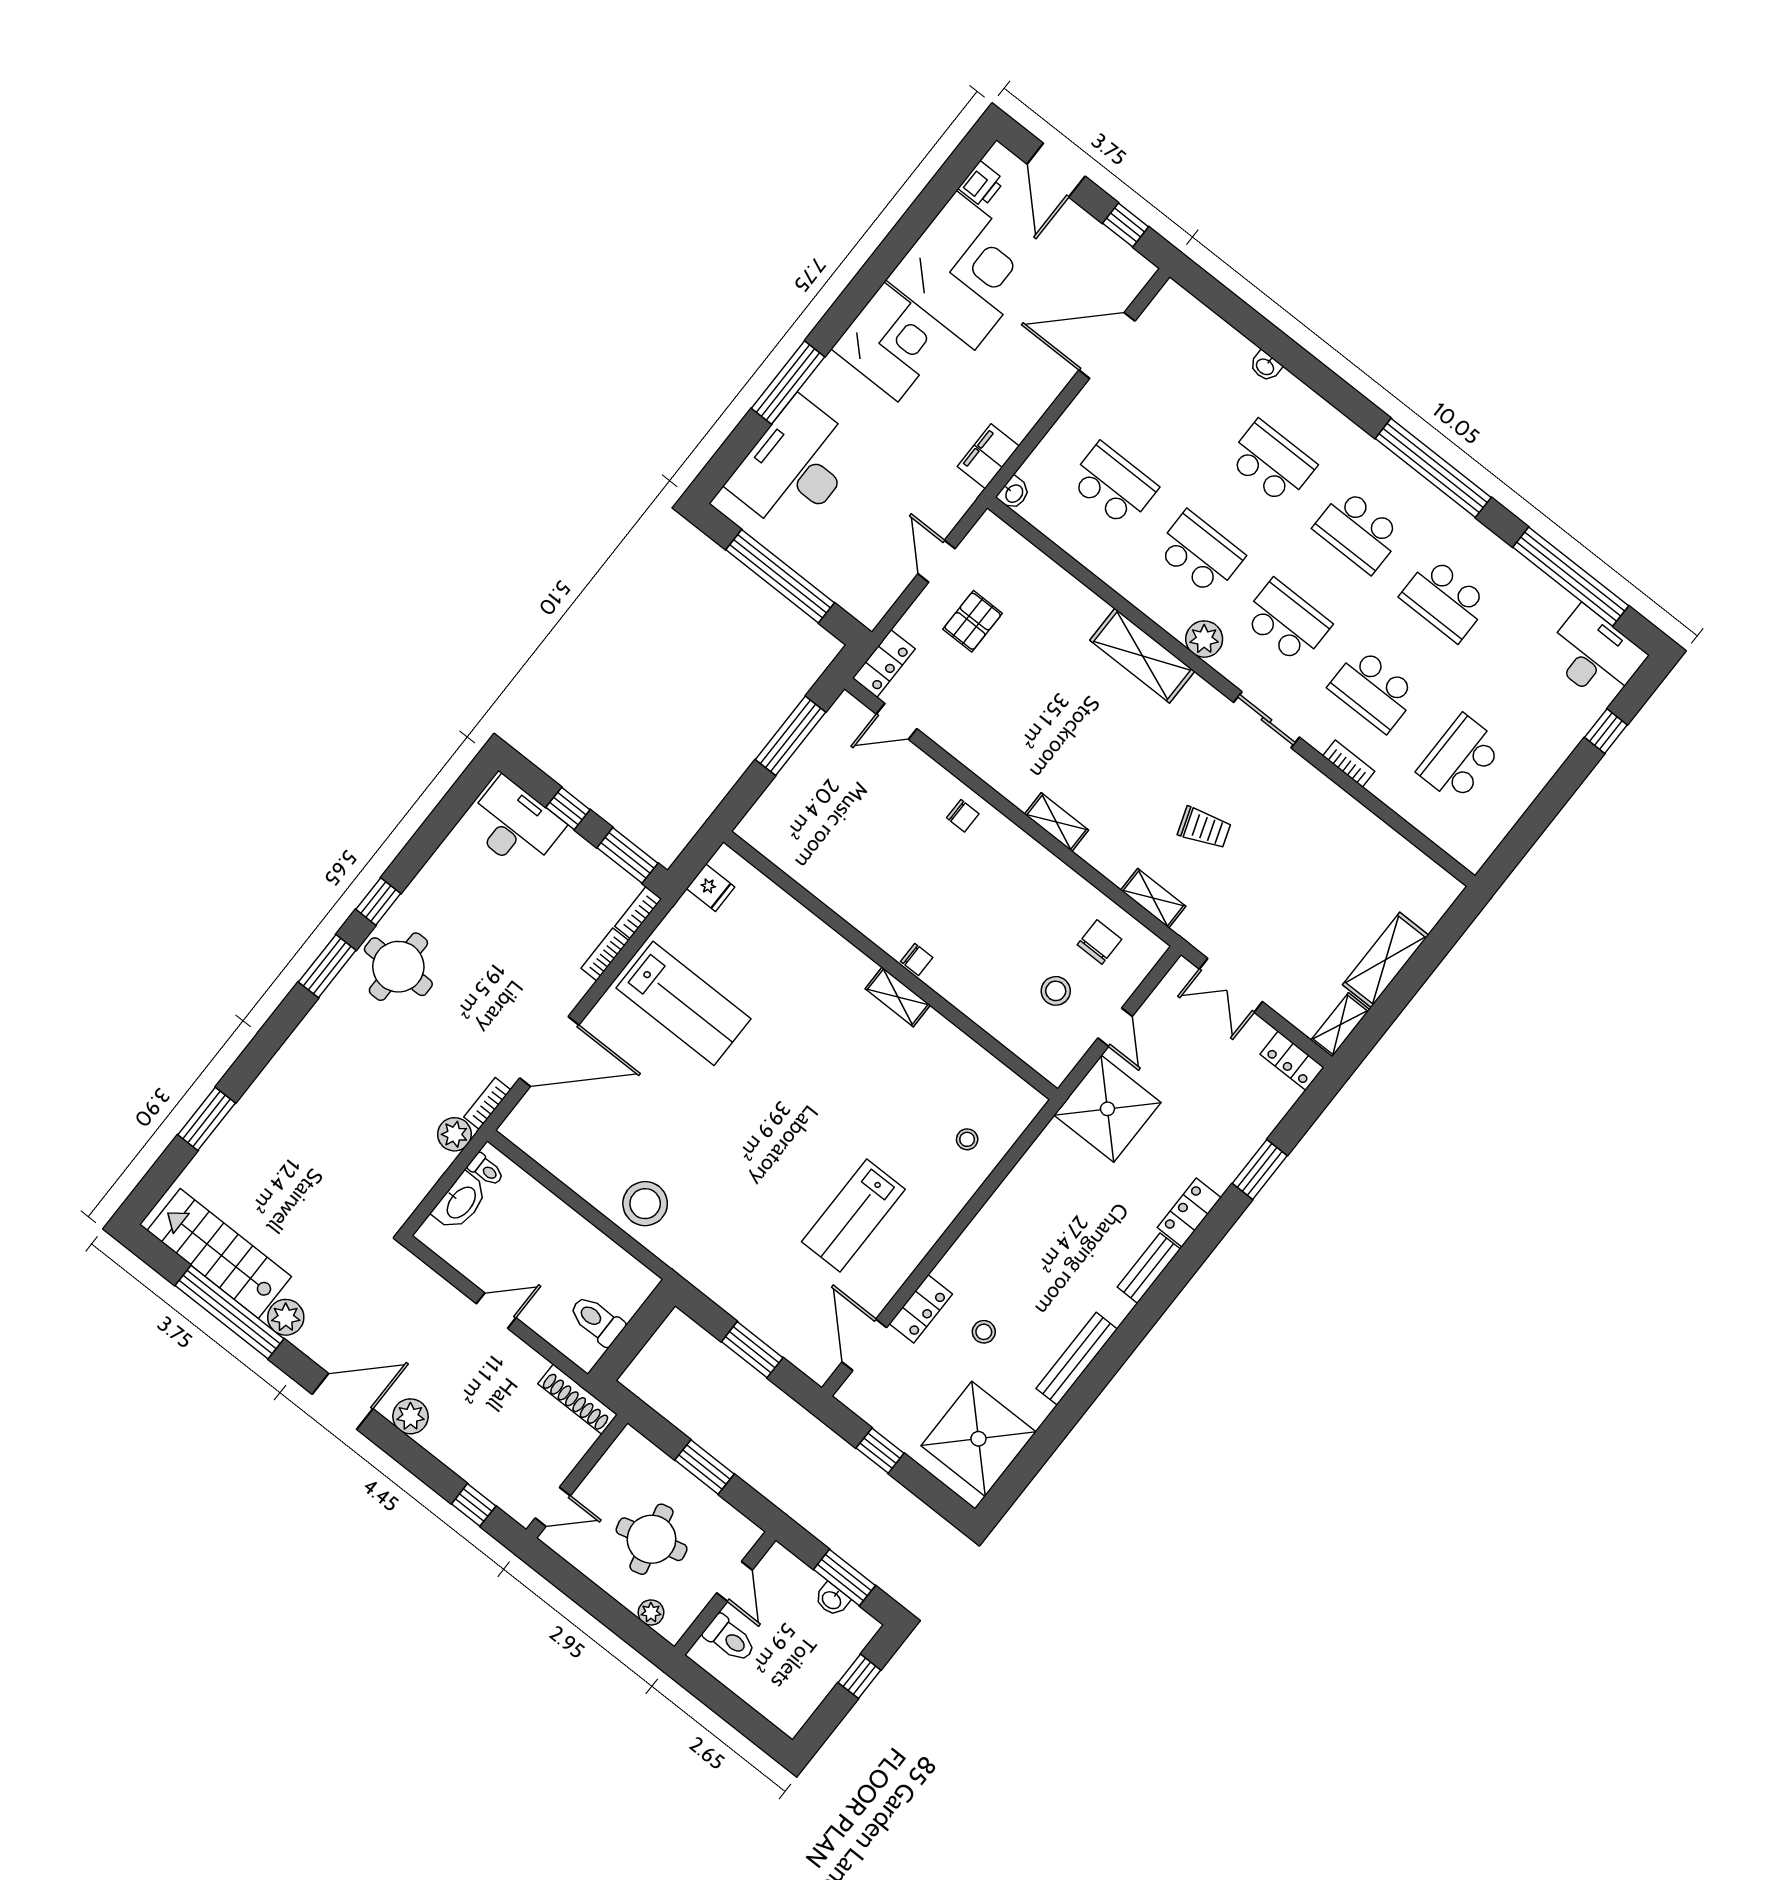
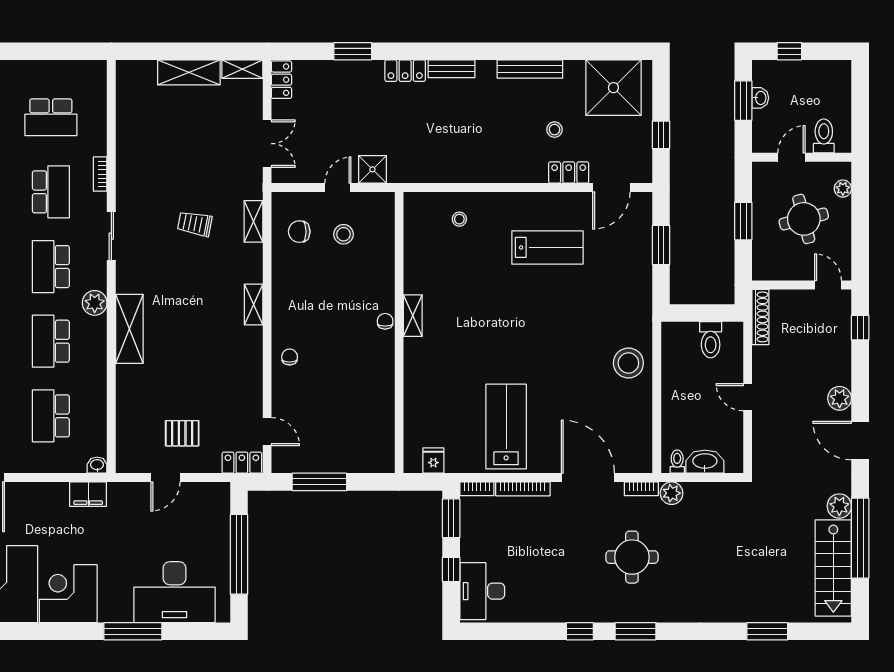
trolley: (1204, 828) -> (195, 224), turned -60
bookcase: (605, 954) -> (523, 489), width x1.56
round table: (398, 967) -> (632, 557), moved
shower: (1107, 1109) -> (372, 169), width x0.54, depth x0.54

